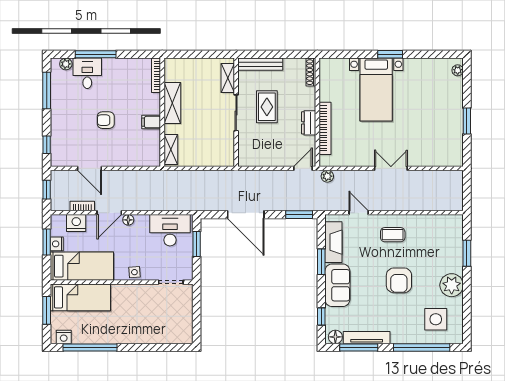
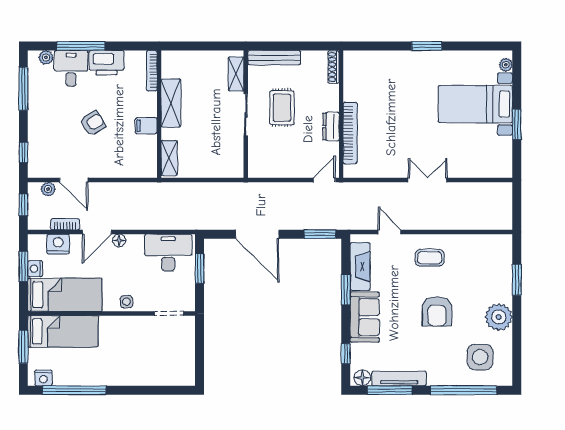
printer: (117, 69) -> (107, 63), added
bed with nightstands: (376, 90) -> (475, 104), moved, turned 90
armchair: (106, 120) -> (93, 123), turned 149
plant: (327, 176) -> (48, 189), moved

